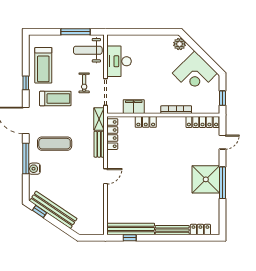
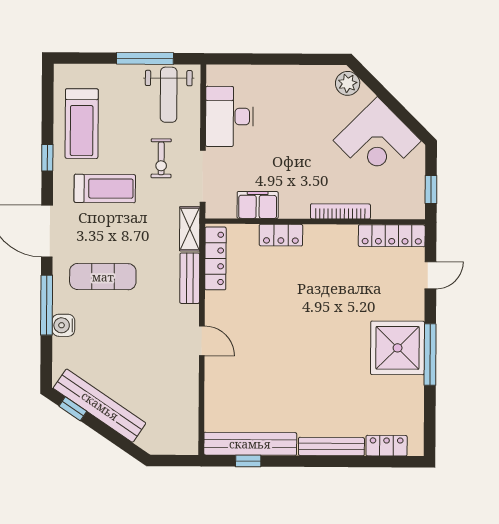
weight bench: (88, 50) -> (169, 95), turned -90
door: (105, 176) -> (202, 341), hinge flipped

